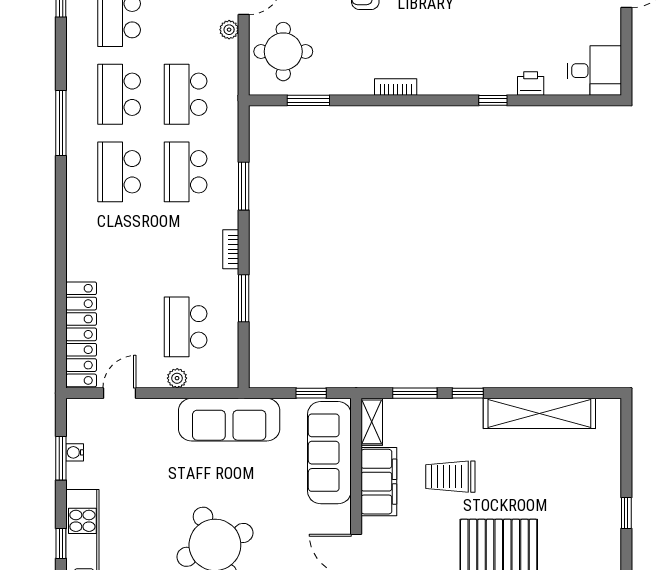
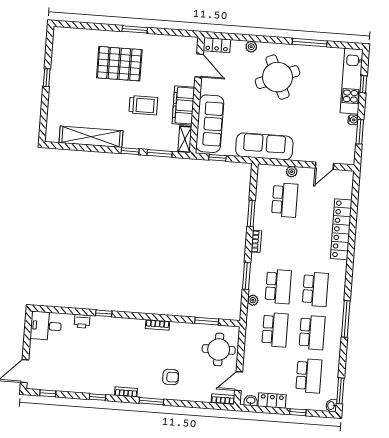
plant: (229, 30) -> (253, 300), moved
locker: (81, 334) -> (341, 229), moved
water cooler: (75, 452) -> (353, 120), moved

